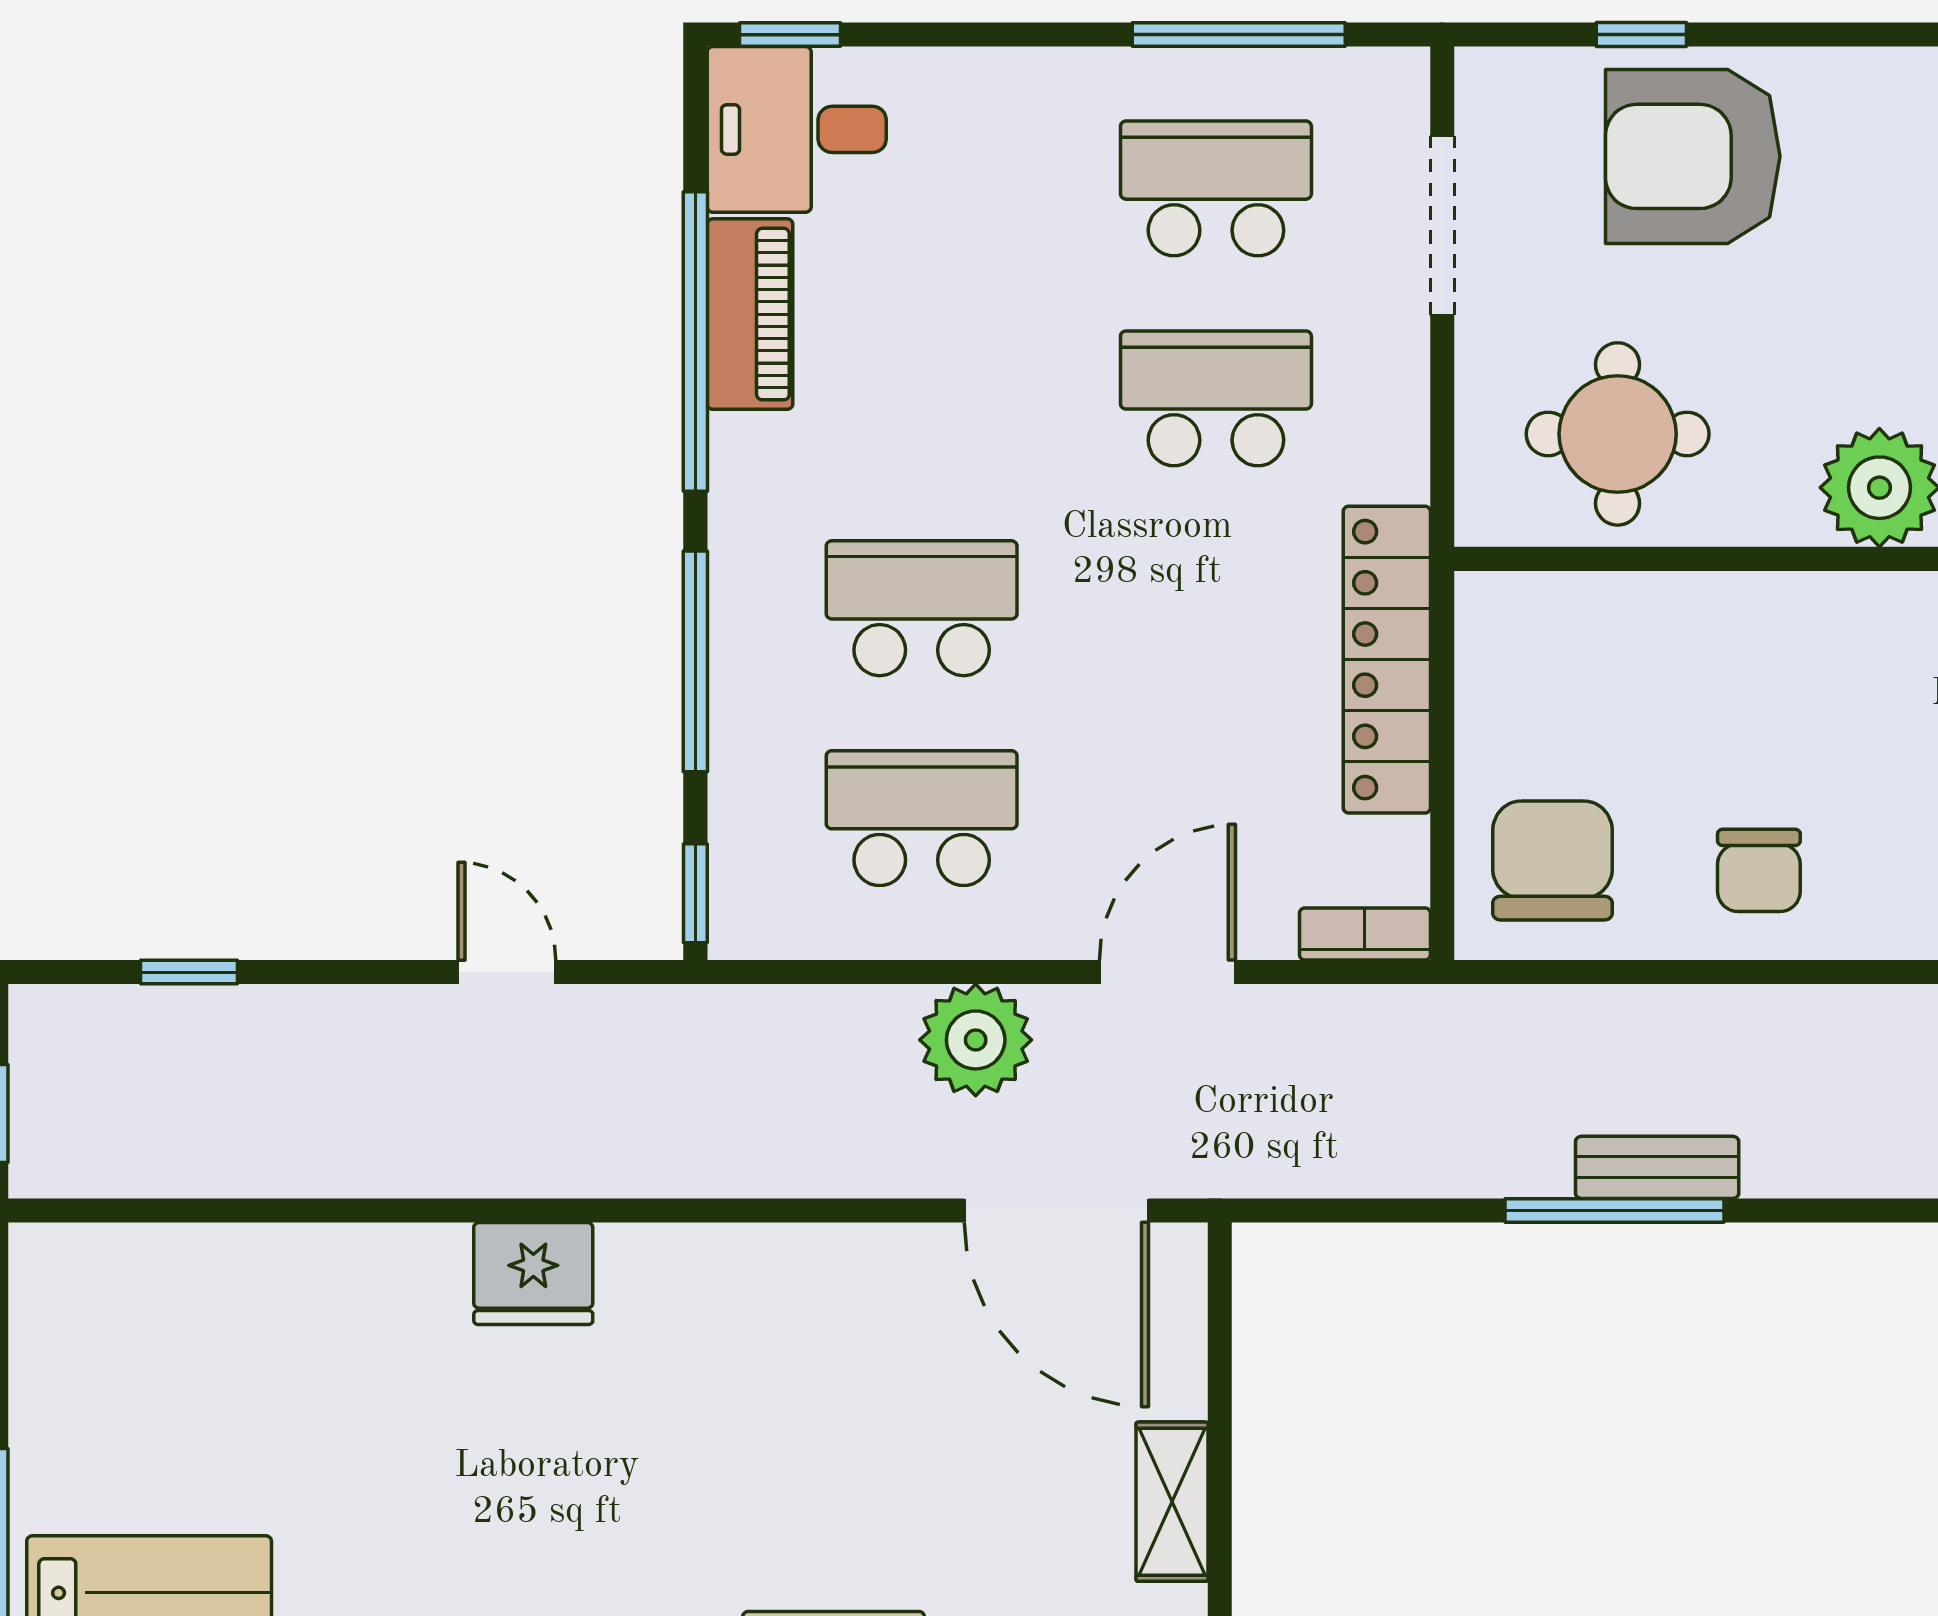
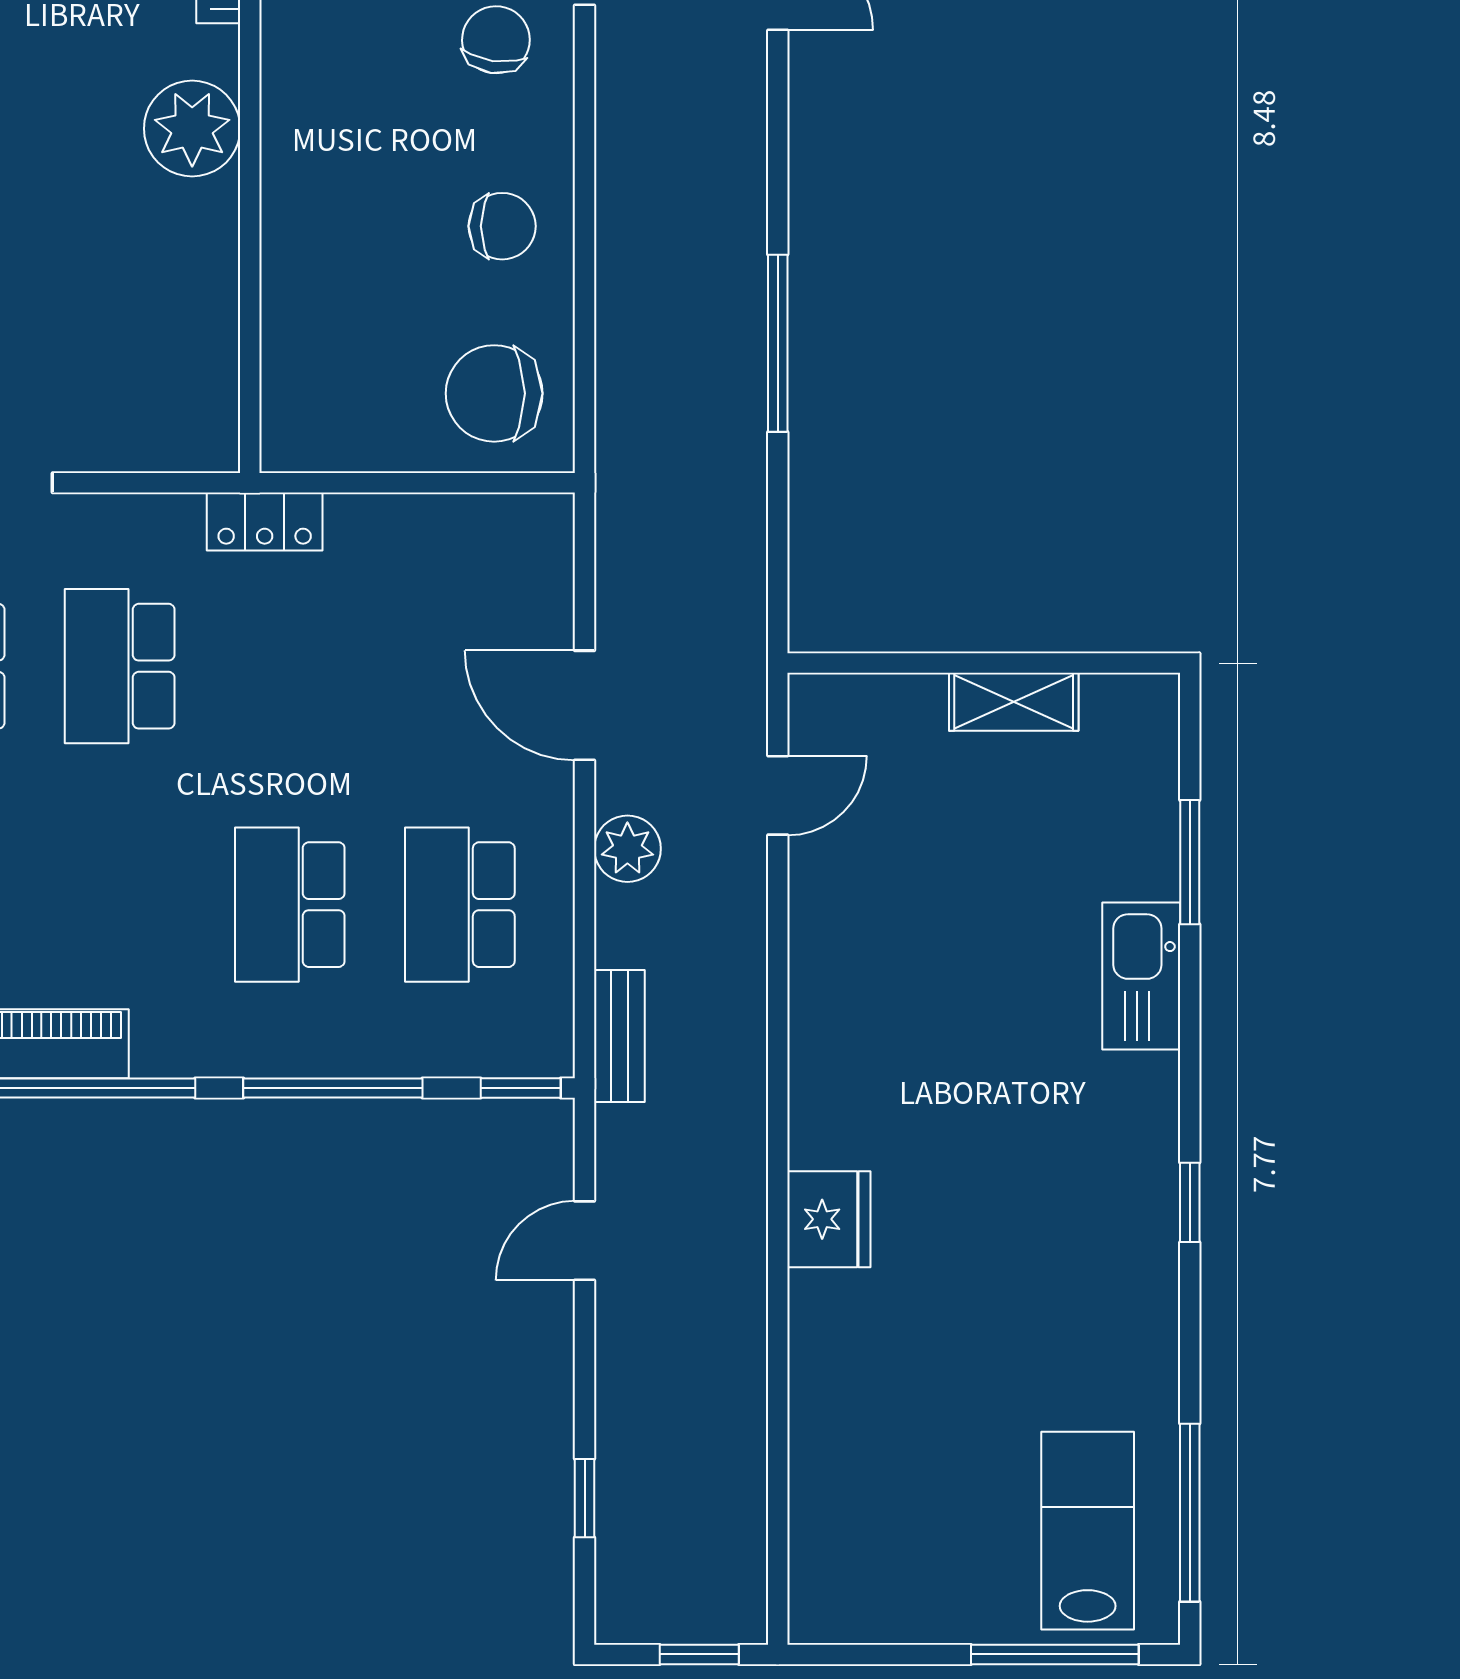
round table: (1618, 434) -> (149, 341), removed
locker: (1387, 660) -> (265, 522), width x0.46, depth x0.83
bookcase: (1365, 934) -> (554, 545), removed
plant: (976, 1040) -> (627, 849), width x0.73, depth x0.73
bench: (1657, 1167) -> (619, 1036), moved
door: (1056, 1210) -> (778, 795), width x0.53

